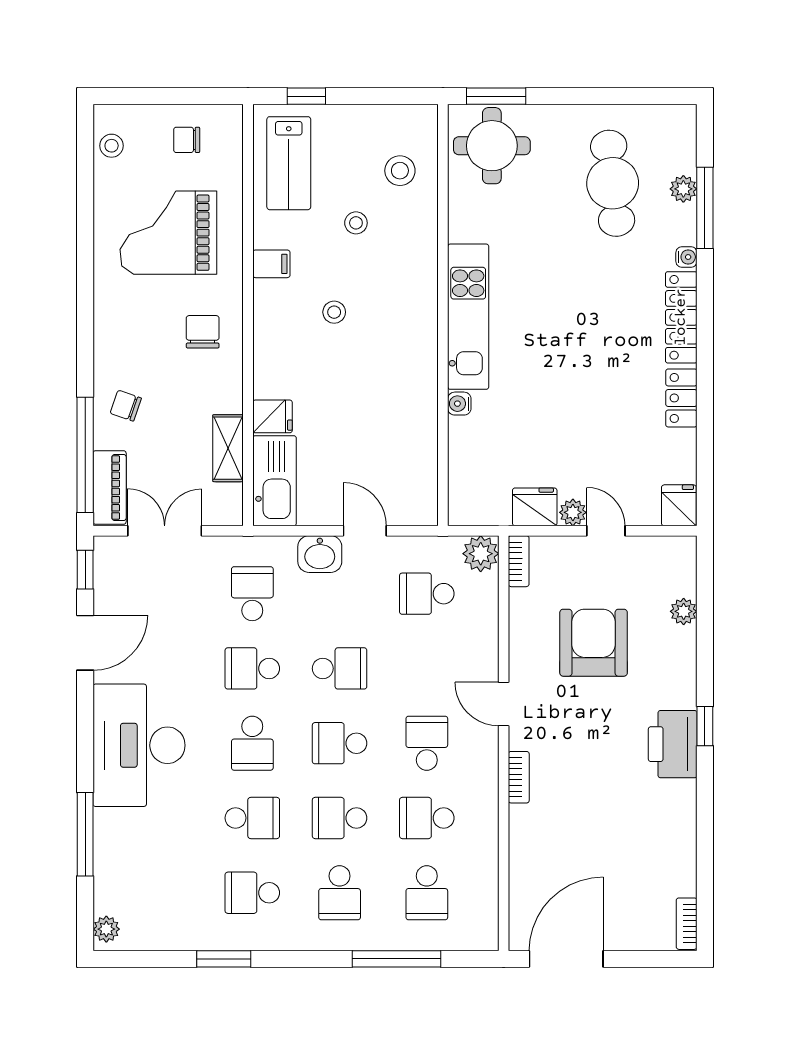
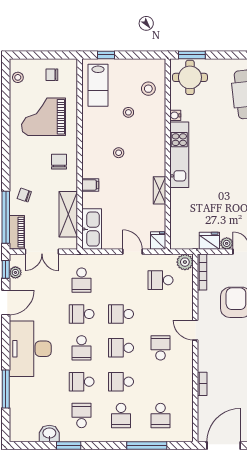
filing cabinet: (271, 264) -> (90, 185), moved
shelving: (425, 395) -> (159, 190), added
water cooler: (459, 404) -> (175, 115), moved
fridge: (273, 416) -> (158, 241), moved, turned -90
shelving: (228, 448) -> (68, 214), width x1.50, depth x1.33
double door: (165, 531) -> (42, 252), swing flipped
washbasin: (320, 554) -> (49, 433), moved, turned 180
bookcase: (519, 561) -> (202, 272), width x1.56
school desk: (252, 594) -> (82, 280), turned 180
school desk: (340, 668) -> (121, 314), turned 180
bookcase: (519, 777) -> (202, 384), moved
school desk: (252, 818) -> (82, 382), turned 180
school desk: (427, 818) -> (161, 382), removed
school desk: (252, 893) -> (82, 416), turned 90
plant: (106, 929) -> (15, 272), moved

